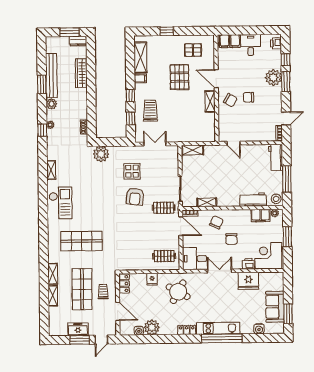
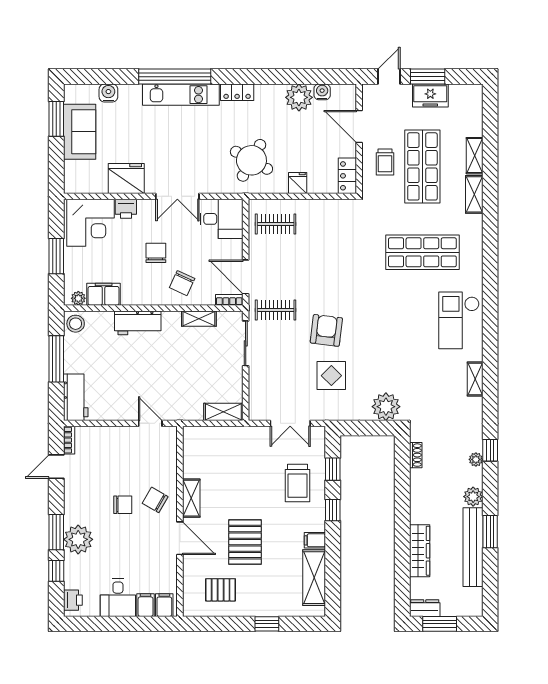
workbench: (253, 200) -> (138, 323), moved

